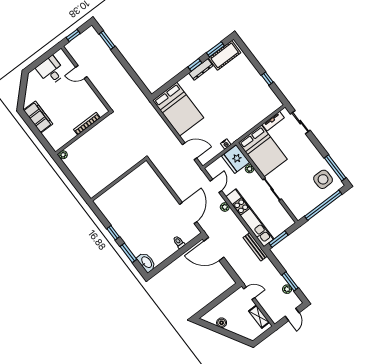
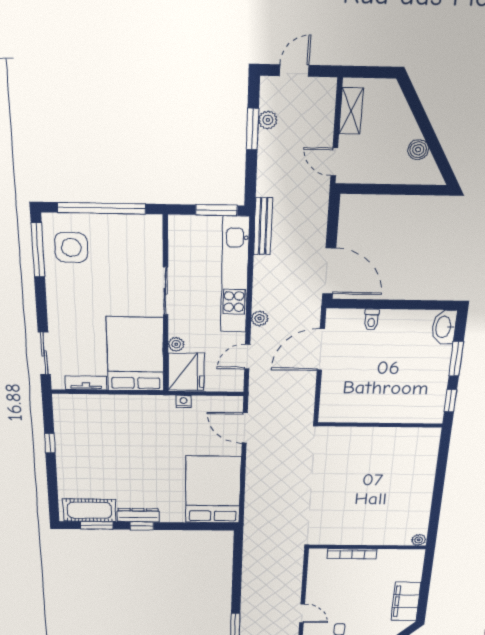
wall: (119, 179) -> (380, 425), moved

